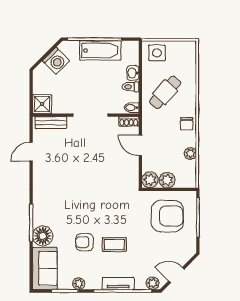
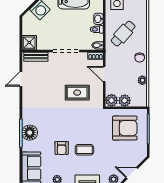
rug: (105, 170) -> (77, 93), added
floor lamp: (43, 236) -> (30, 133), moved
armchair: (84, 242) -> (62, 148), turned -90

